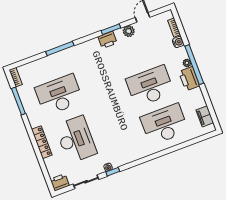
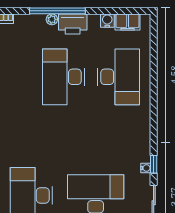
water cooler: (178, 42) -> (107, 21), moved
desk: (164, 124) -> (118, 77), turned 180

